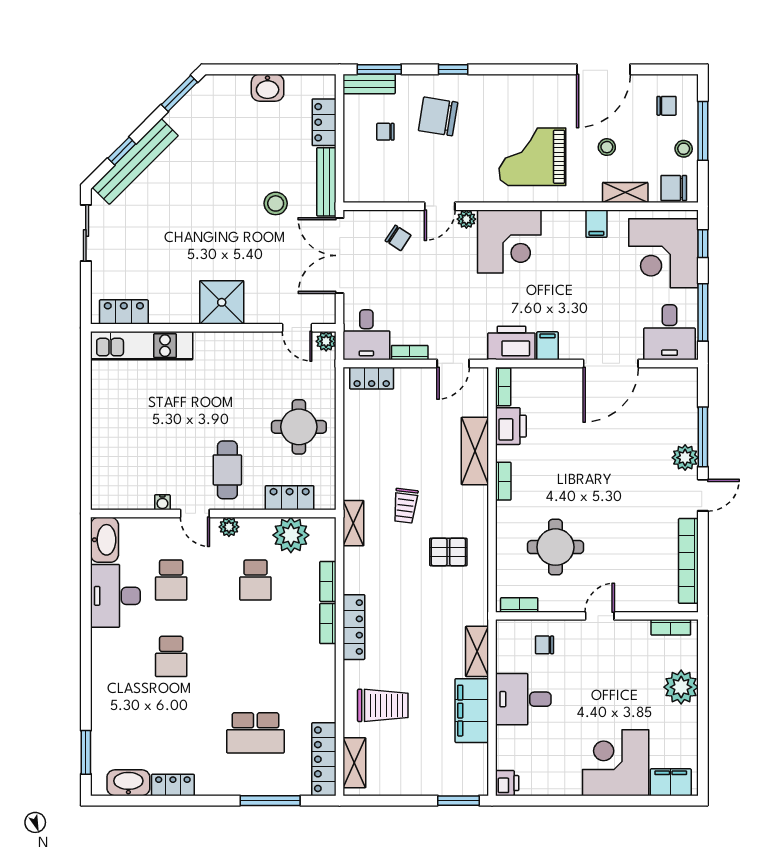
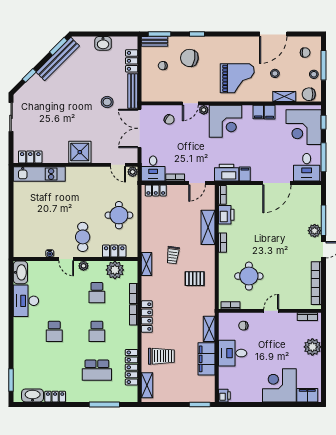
grand piano: (532, 157) -> (237, 78), turned 180
bench: (135, 161) -> (58, 59), moved
filing cabinet: (574, 223) -> (258, 112), added
school desk: (171, 580) -> (97, 331), moved
locker: (324, 759) -> (132, 367), moved

